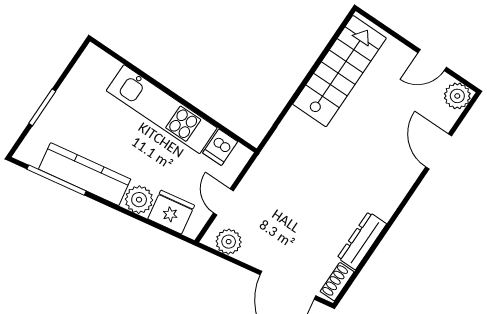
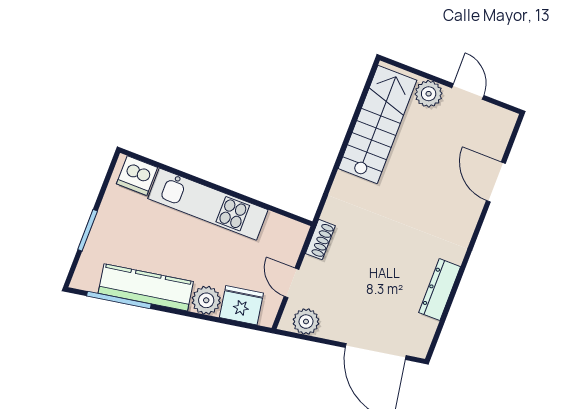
door: (432, 60) -> (468, 92), swing flipped
plant: (457, 96) -> (429, 94), moved
dishwasher: (220, 147) -> (137, 176), moved, width x1.38
shoe rack: (337, 282) -> (320, 240), moved, turned 180

